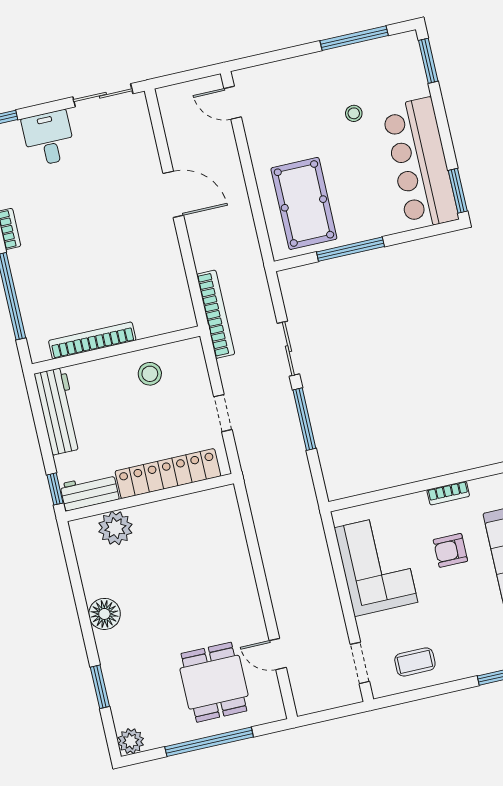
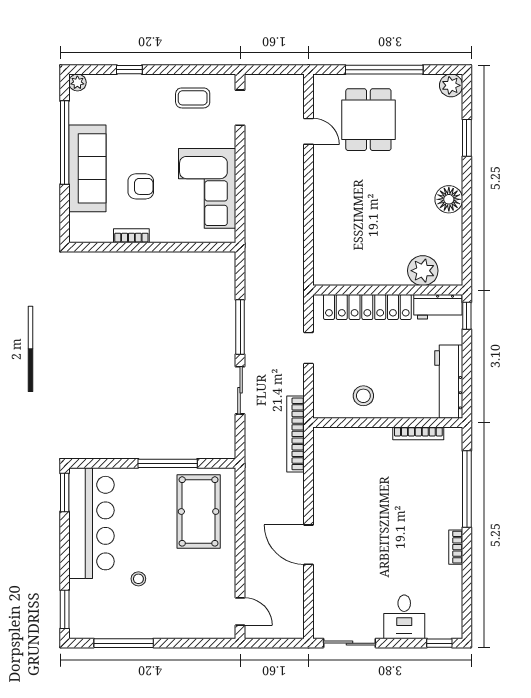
bookcase: (92, 340) -> (418, 433), width x0.68, depth x0.76

